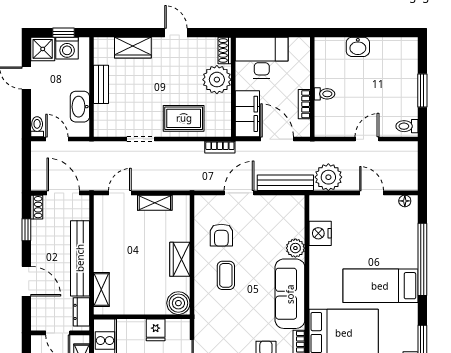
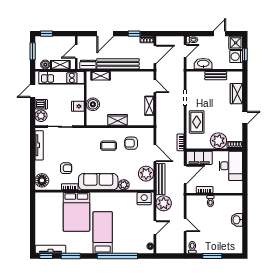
plant: (276, 208) -> (146, 174), added
nightstand: (320, 233) -> (144, 199), moved
boiler: (178, 303) -> (93, 104), moved

